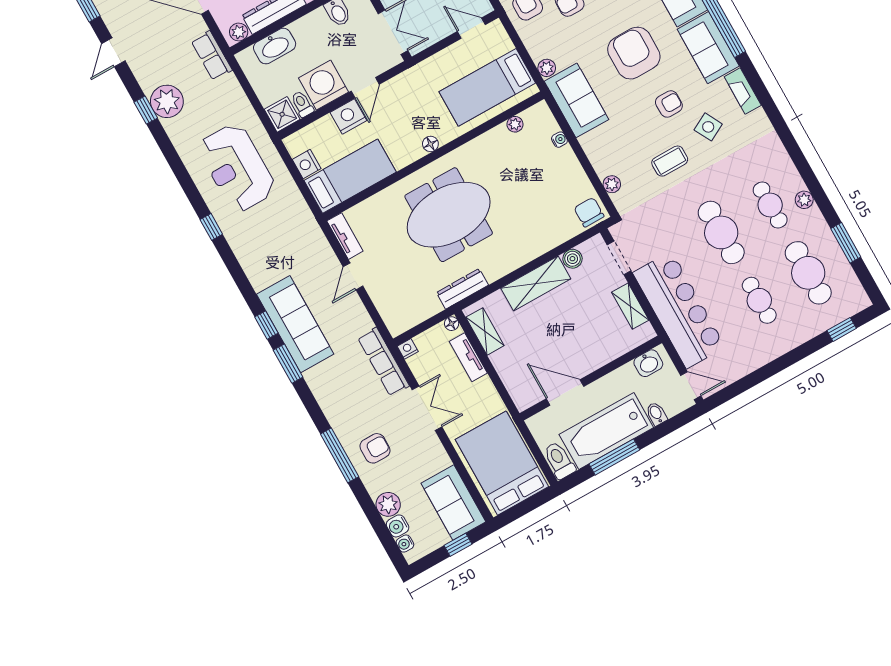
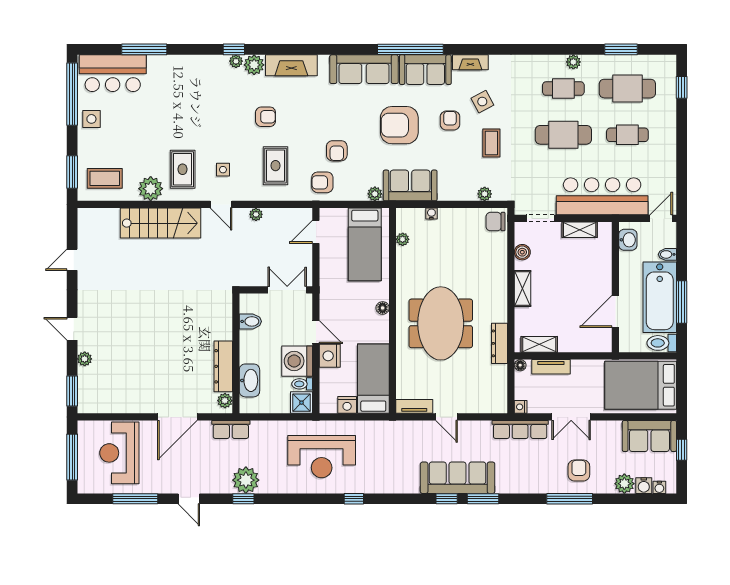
shelving: (536, 283) -> (523, 289), width x0.67, depth x0.75
double door: (427, 408) -> (571, 417), swing flipped

